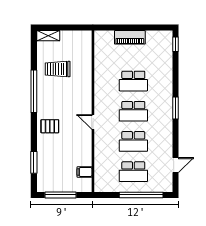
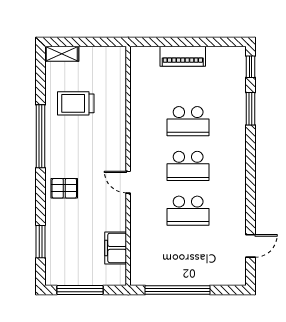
window: (175, 108) -> (251, 109), moved
filing cabinet: (85, 172) -> (116, 248), width x2.00
school desk: (133, 172) -> (188, 255), removed
window: (141, 195) -> (177, 290), moved

